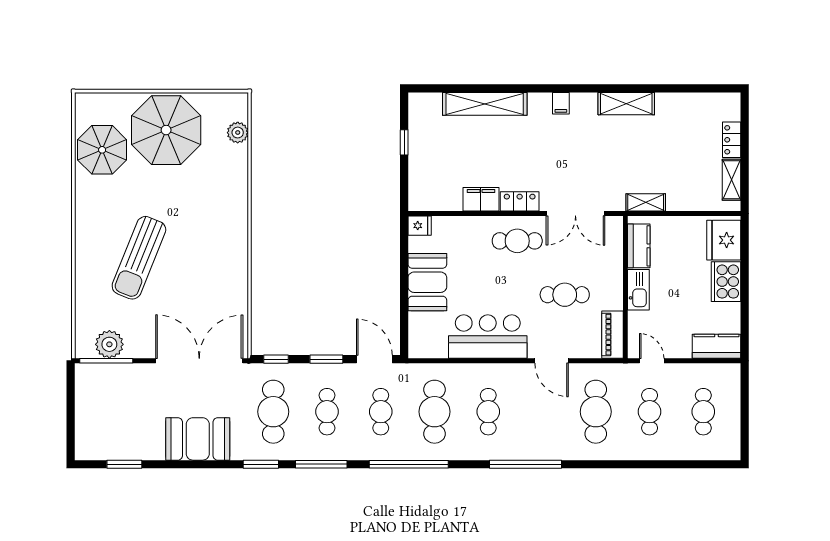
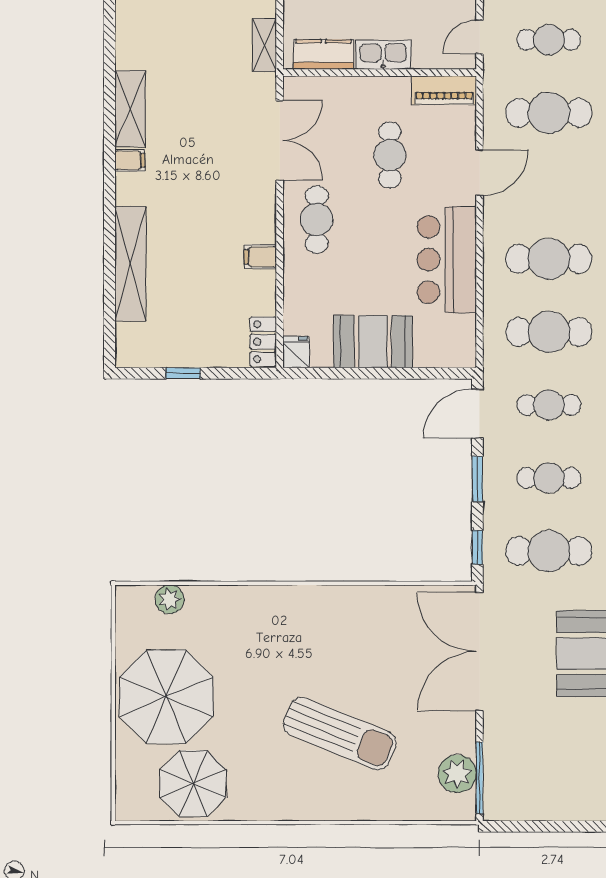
shelving: (626, 104) -> (130, 109), moved
filing cabinet: (481, 199) -> (260, 257), width x0.50
locker: (520, 201) -> (263, 342), moved
cafe table: (488, 412) -> (549, 259), width x1.37, depth x1.35

